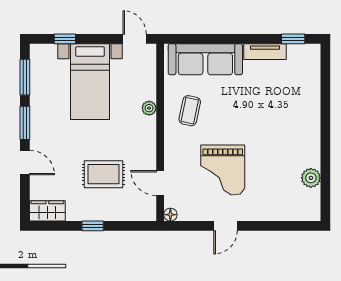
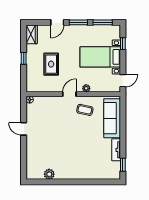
grand piano: (223, 170) -> (53, 127), removed
door: (160, 183) -> (69, 94), moved

